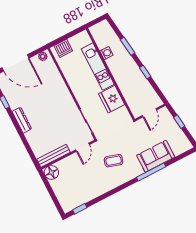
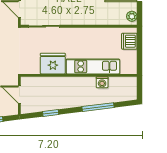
window: (127, 46) -> (98, 107), width x1.44
window: (145, 72) -> (51, 113), moved

